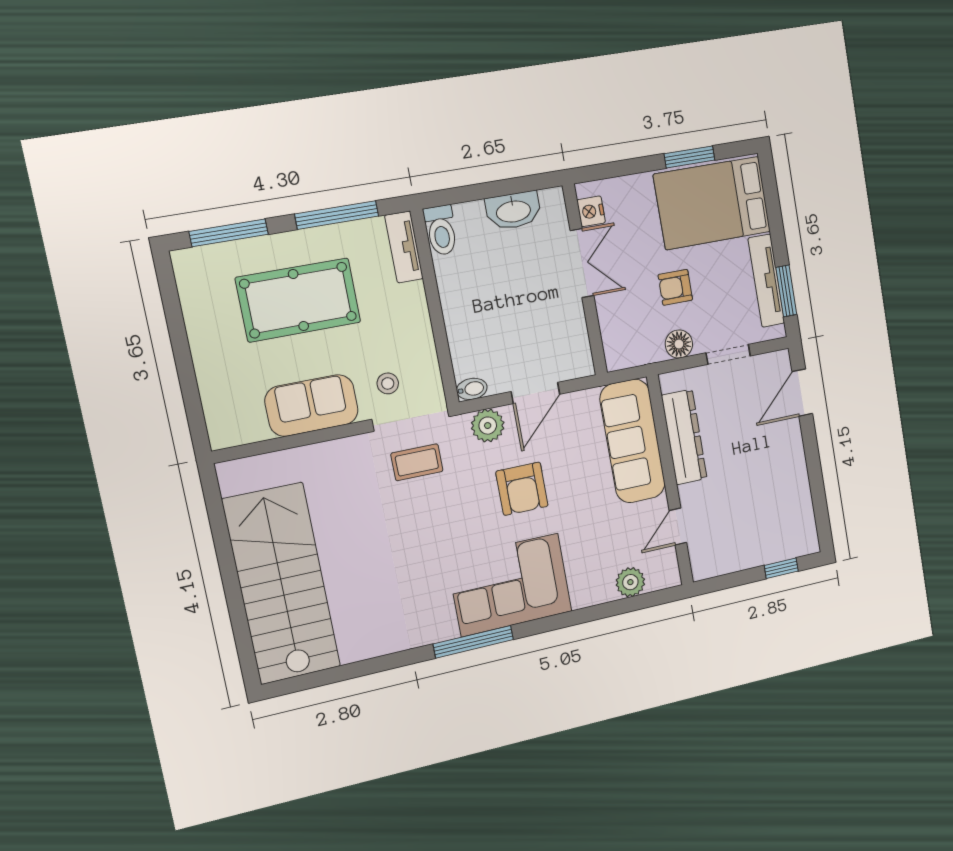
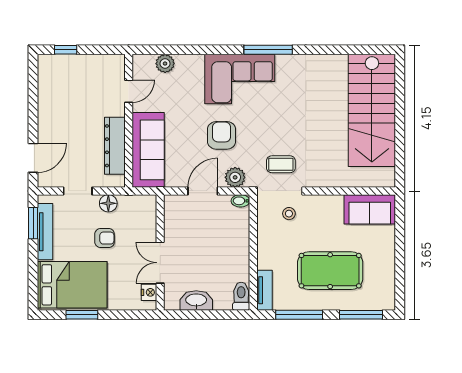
sofa: (312, 406) -> (370, 209), moved

